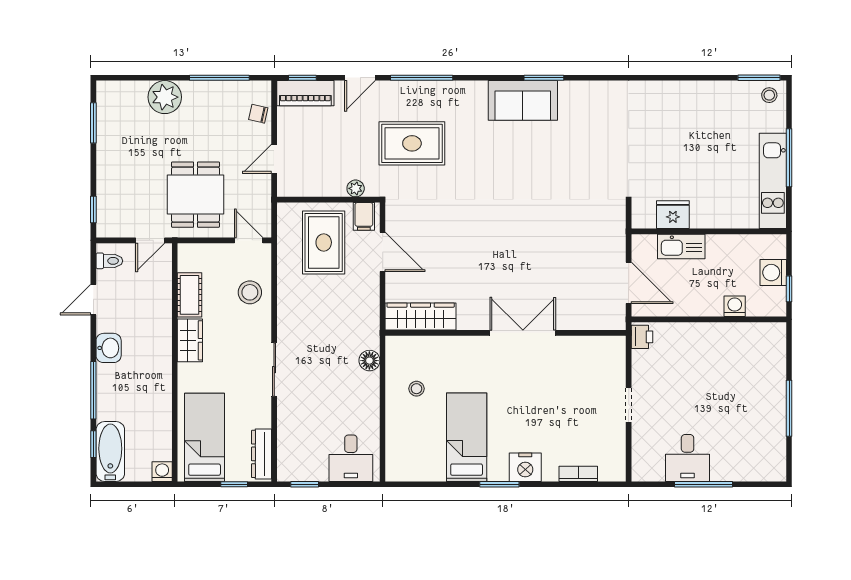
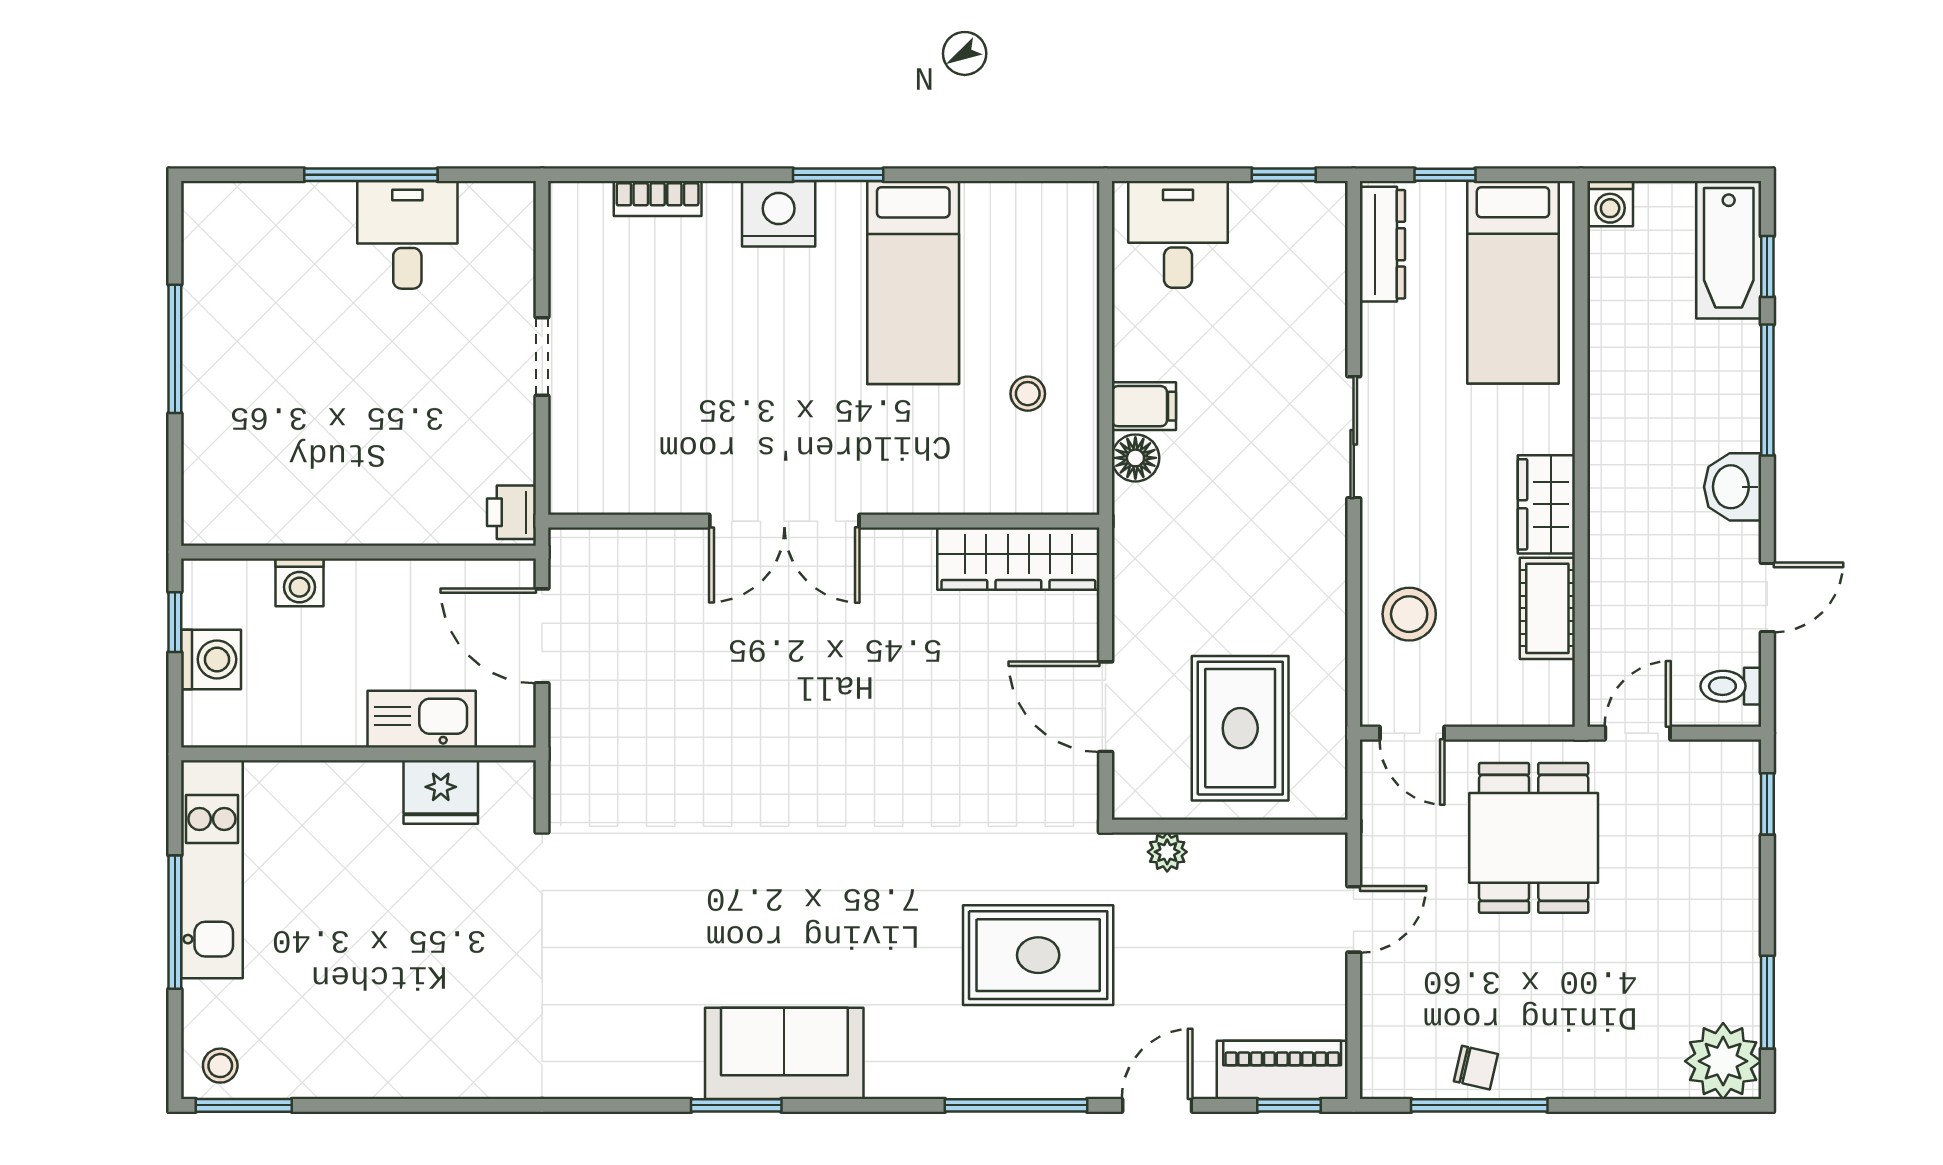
plant: (165, 97) -> (1723, 1061), moved
chair: (258, 114) -> (1476, 1068), moved
filing cabinet: (364, 216) -> (1144, 406), moved, turned 90

